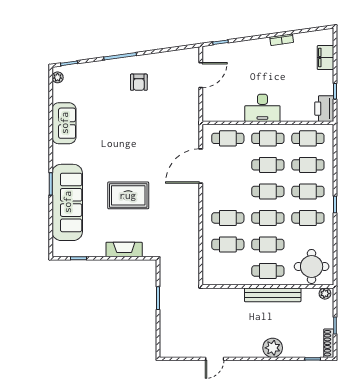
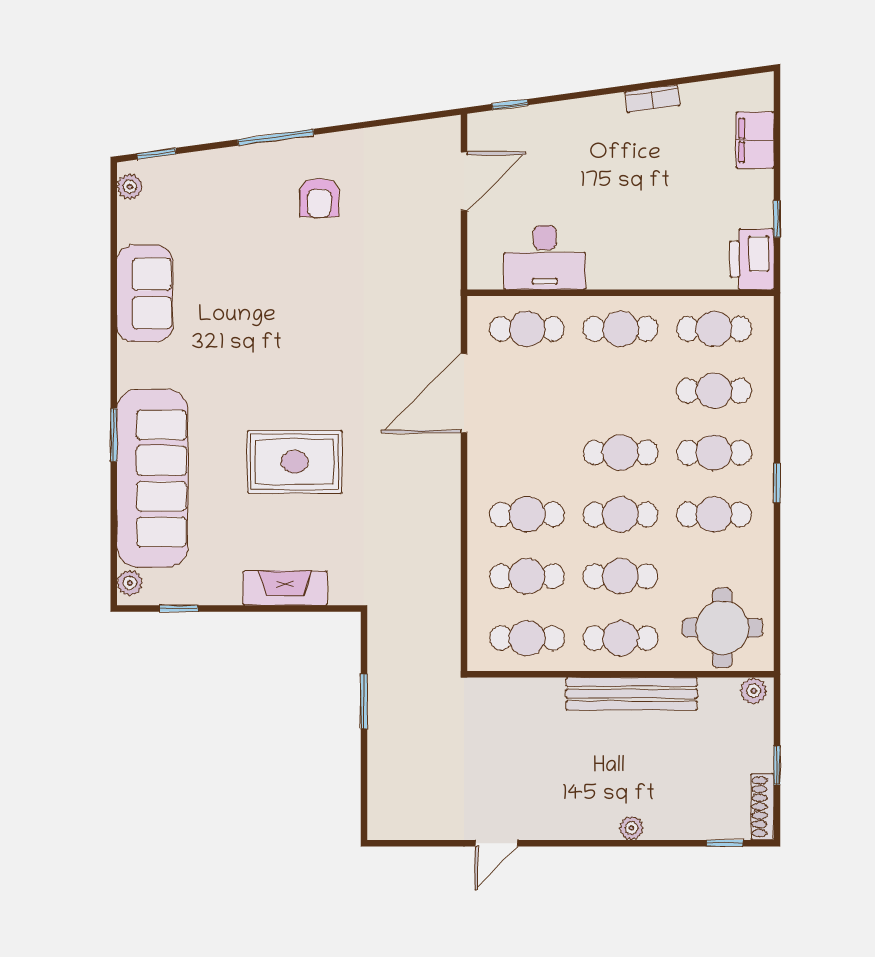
desk: (262, 108) -> (545, 258), moved
cafe table: (268, 165) -> (527, 638), moved
plant: (58, 247) -> (130, 583), added
plant: (273, 348) -> (632, 828), width x0.53, depth x0.53

